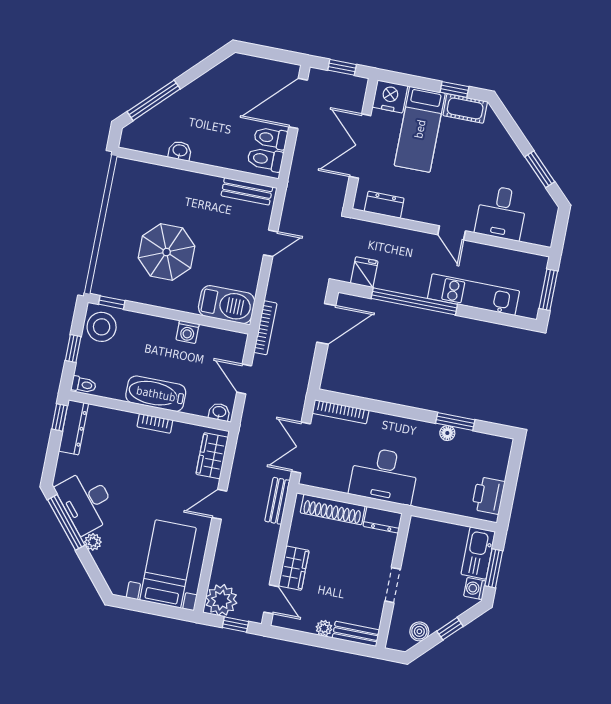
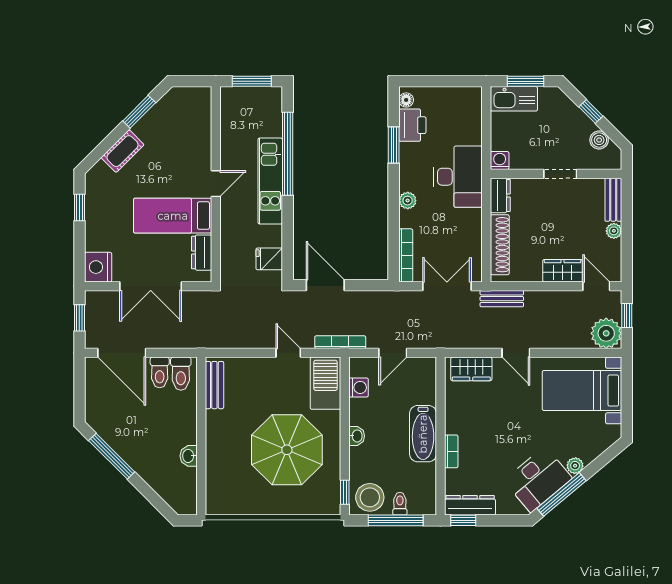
window: (154, 100) -> (112, 456), moved
cot: (465, 108) -> (123, 151), moved, turned 45
bed: (420, 129) -> (173, 216), moved, turned 180
desk: (501, 213) -> (188, 140), removed
door: (271, 243) -> (288, 353), moved
parasol: (167, 252) -> (287, 450), width x1.36, depth x1.36
kitchen unit: (473, 295) -> (270, 181), moved
window: (414, 301) -> (288, 154), moved
washing machine: (188, 332) -> (359, 387), moved
window: (73, 349) -> (396, 520), width x2.17
toilet: (84, 385) -> (400, 504), moved
washbasin: (219, 412) -> (357, 436), moved, turned 180
bookcase: (155, 423) -> (451, 451), moved
plant: (396, 424) -> (408, 201), added
floor lamp: (447, 433) -> (406, 100), moved
double door: (301, 447) -> (447, 286), swing flipped
desk: (384, 475) -> (458, 177), moved
printer: (488, 495) -> (412, 125), moved, turned -90
washing machine: (475, 588) -> (500, 161), moved, turned 180
door: (271, 599) -> (596, 286), hinge flipped

